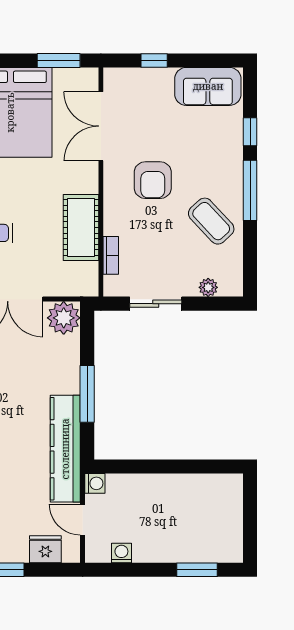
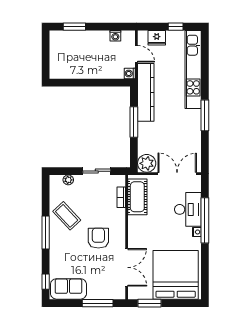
window: (154, 60) -> (98, 303), width x2.17
window: (250, 132) -> (46, 282), moved
cot: (81, 227) -> (137, 197), moved

